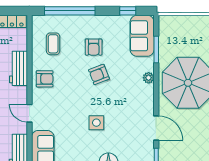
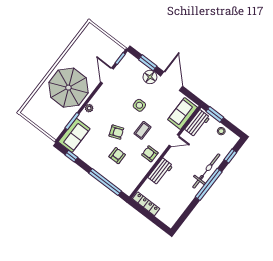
coffee table: (53, 44) -> (142, 130), moved
armchair: (94, 47) -> (117, 156), moved
door: (29, 113) -> (174, 141), hinge flipped

